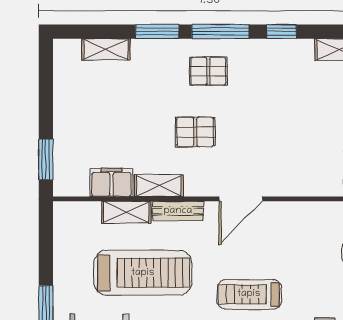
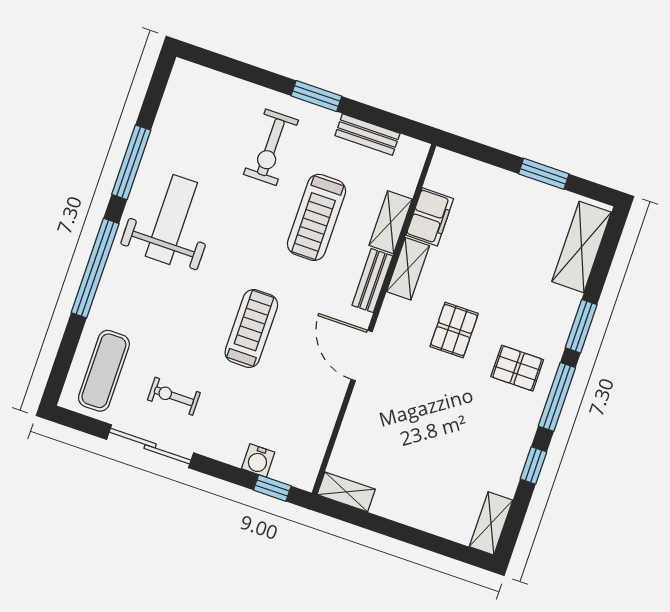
shelving: (106, 49) -> (582, 247), width x1.50, depth x1.33
pallet: (208, 71) -> (517, 368), turned 90
window: (46, 160) -> (544, 174), moved
bench: (63, 255) -> (367, 135), added
treadmill: (143, 273) -> (316, 217), width x0.73, depth x0.73

